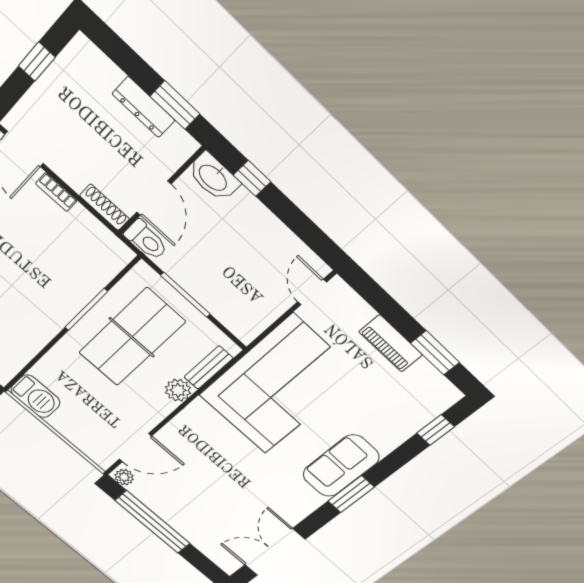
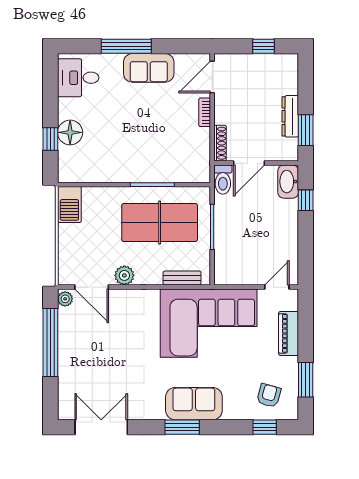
piano: (391, 343) -> (289, 333), moved
plant: (178, 390) -> (124, 275), moved
armchair: (410, 399) -> (269, 396), added

